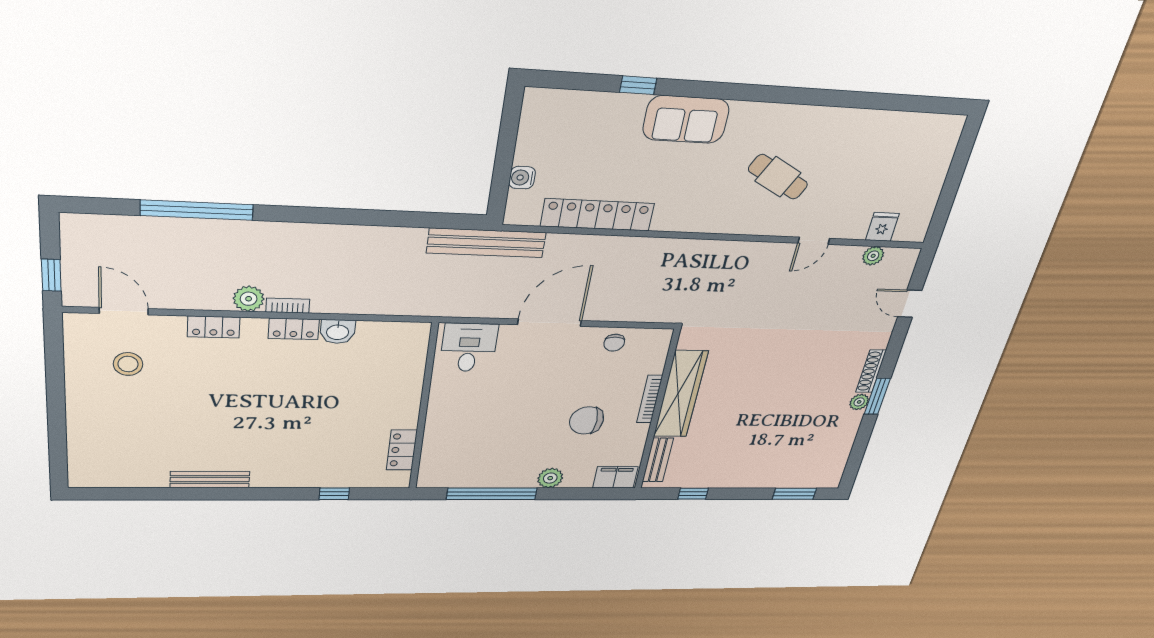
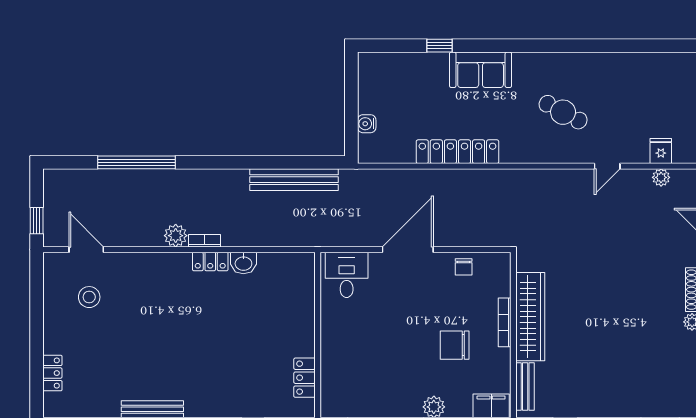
locker: (597, 215) -> (457, 152), moved
bench: (486, 243) -> (294, 180), moved
locker: (214, 327) -> (52, 373), moved, turned -90

